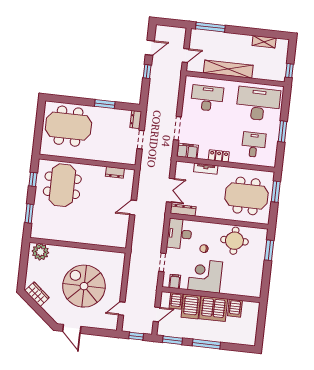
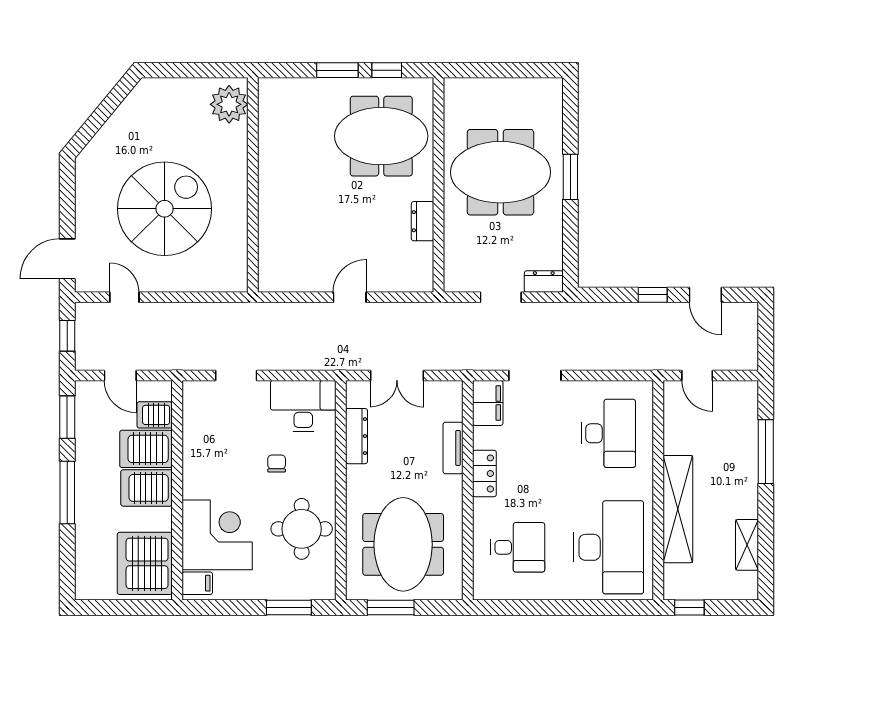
window: (210, 27) -> (766, 452), moved
shelving: (228, 69) -> (678, 509), moved
window: (105, 104) -> (570, 177), moved
meeting table: (68, 126) -> (500, 172), moved, turned 90
window: (282, 132) -> (554, 608), removed
dresser: (115, 172) -> (423, 221), moved
window: (276, 192) -> (391, 608), moved
door: (133, 208) -> (350, 297), hinge flipped
dresser: (183, 210) -> (357, 436), moved
window: (29, 214) -> (337, 70), moved
corner desk: (205, 276) -> (217, 535), moved
filing cabinet: (175, 281) -> (197, 583), moved
wardrobe: (37, 294) -> (135, 108), removed
server rack: (235, 308) -> (145, 563), width x2.18, depth x1.44
server rack: (213, 309) -> (147, 488), width x0.62
door: (72, 329) -> (67, 259), moved

